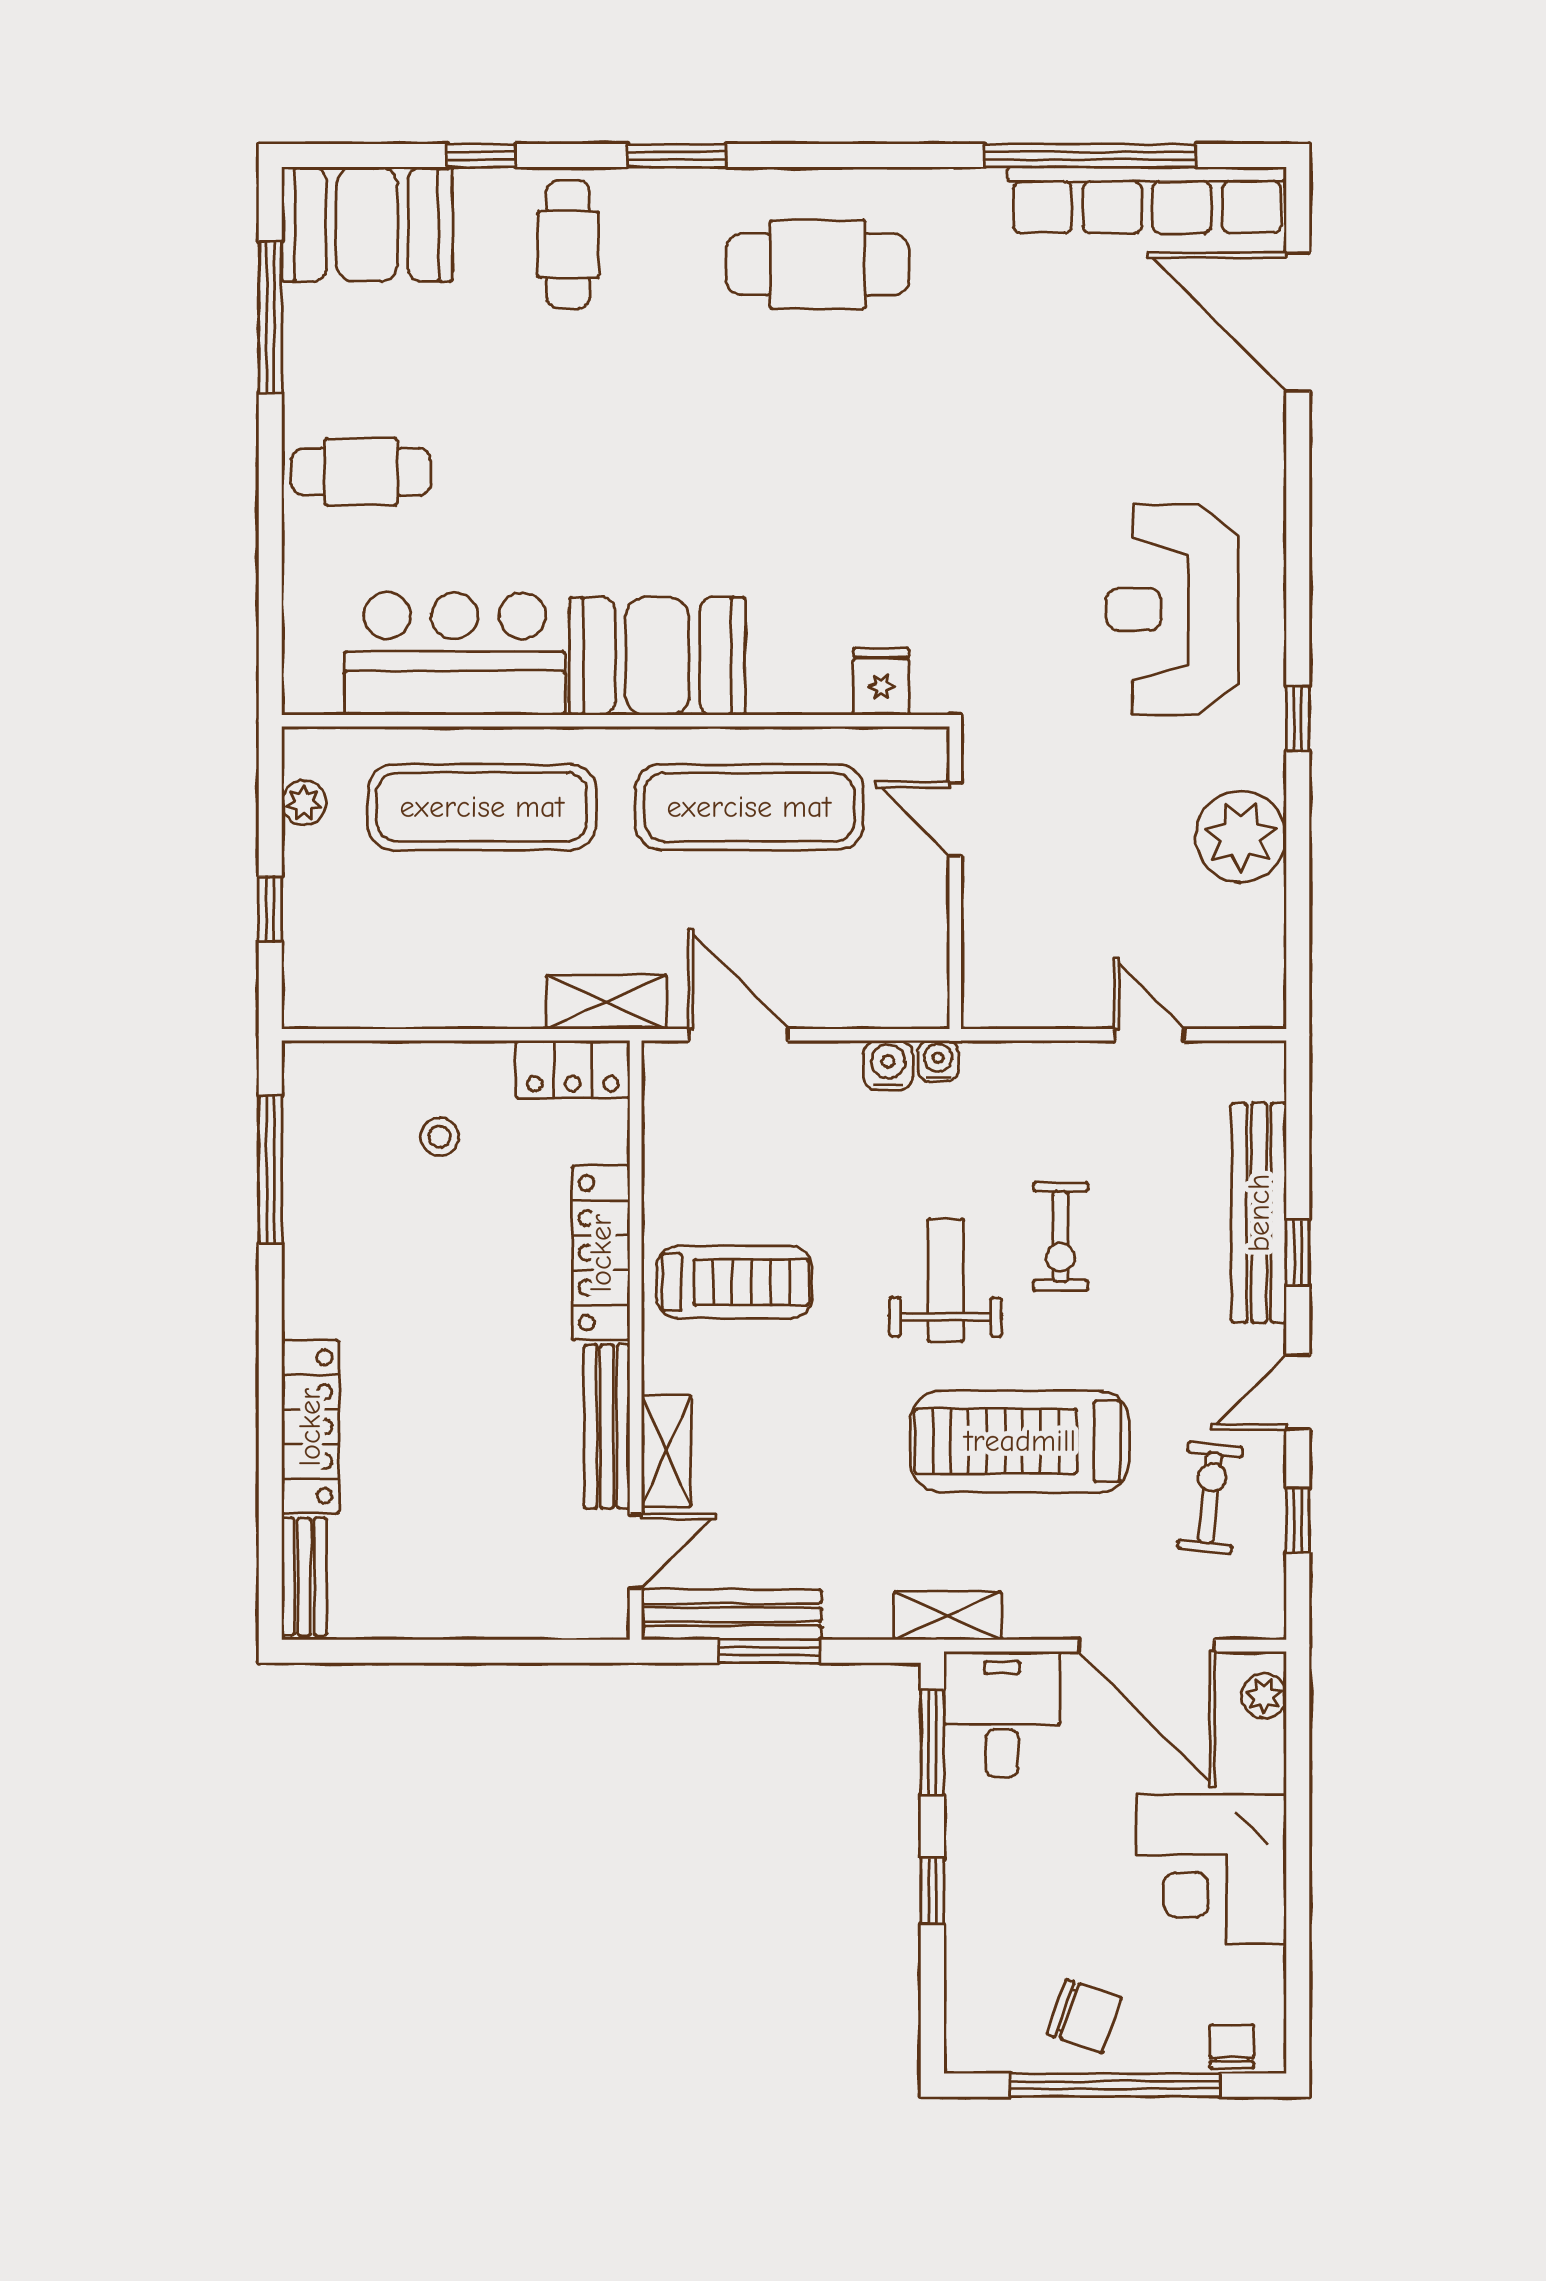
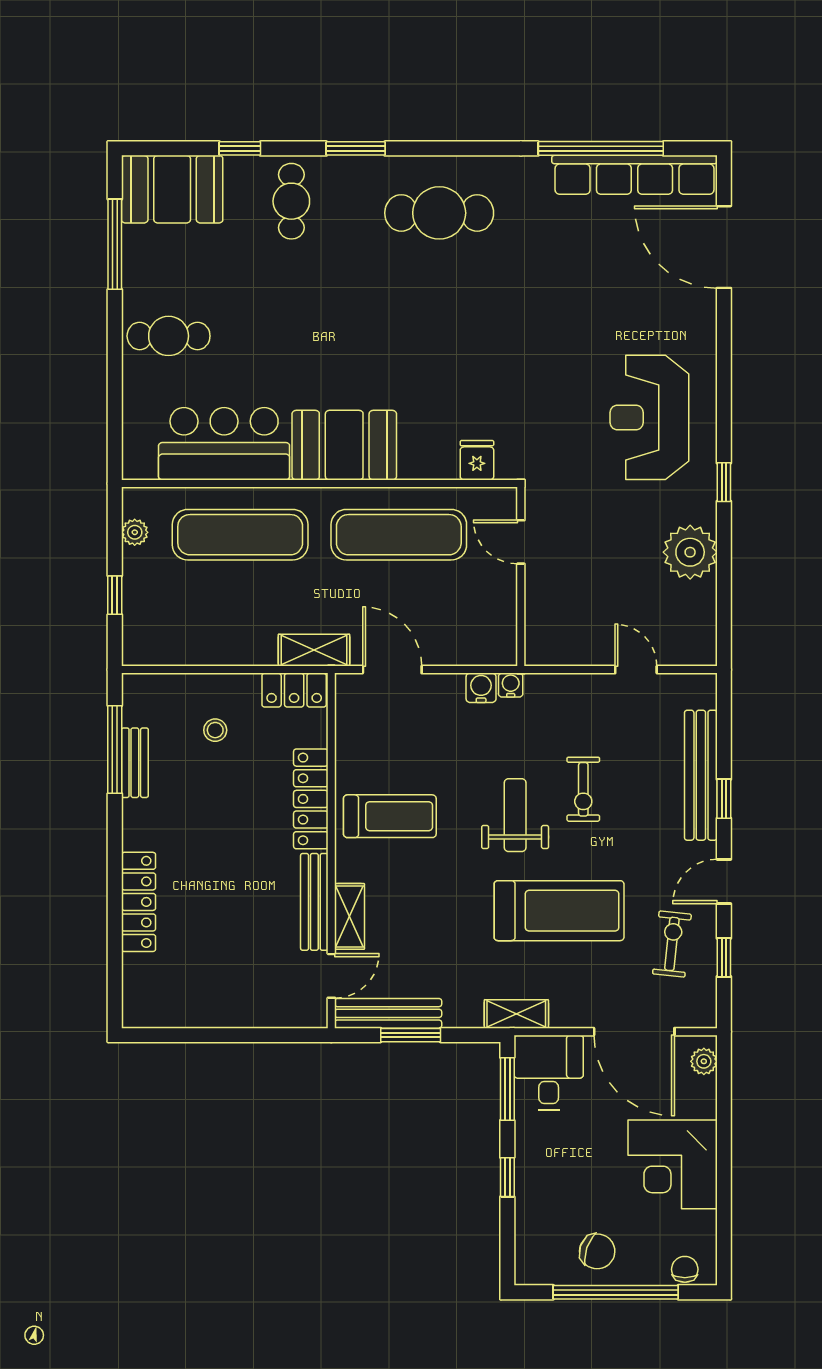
treadmill: (1020, 1441) -> (559, 911), turned 180
bench: (304, 1577) -> (135, 763), moved

